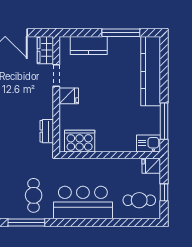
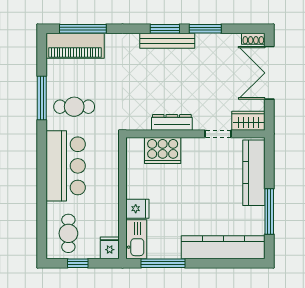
kitchen counter: (89, 45) -> (254, 173), width x1.50
fridge: (69, 96) -> (137, 209), moved, turned -90
dresser: (47, 131) -> (172, 122), moved, width x1.44
cooker: (80, 141) -> (163, 151), moved, turned 90
kitchen sink: (149, 144) -> (136, 239), width x1.38

